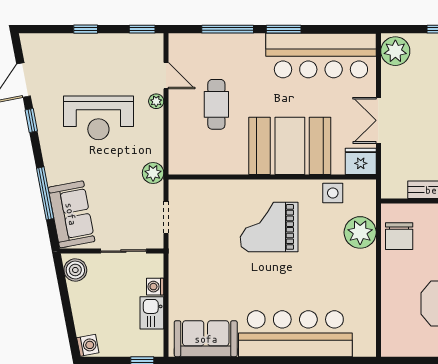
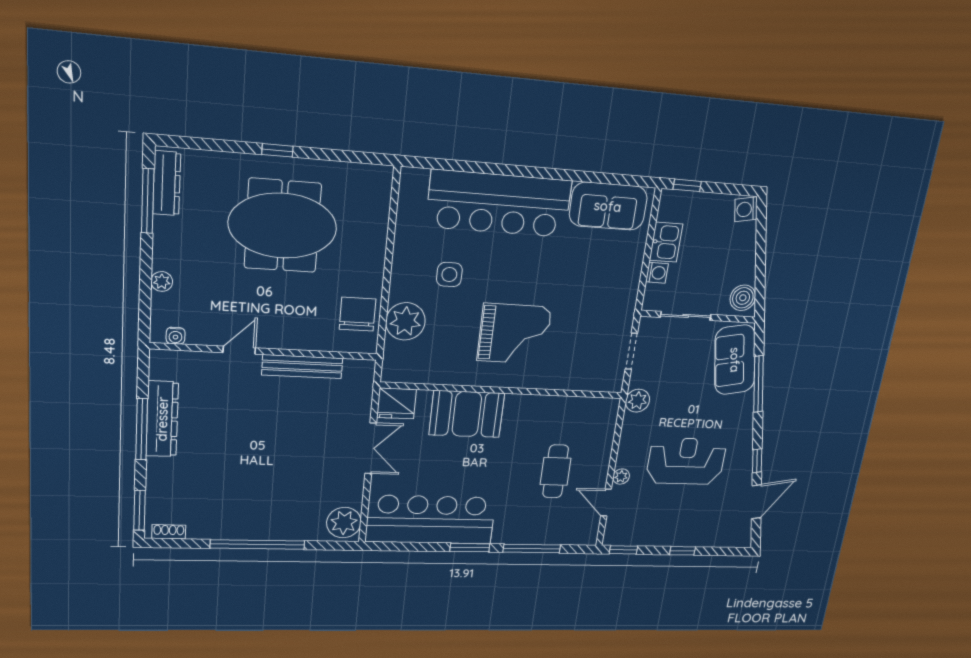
booth: (290, 146) -> (467, 414), width x0.73, depth x0.70
side table: (333, 193) -> (449, 275), moved

